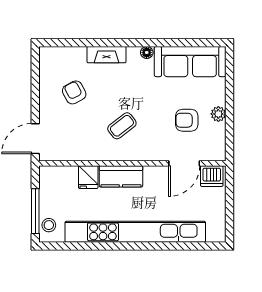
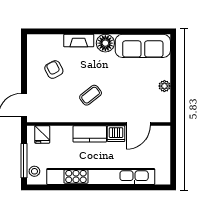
floor lamp: (147, 52) -> (105, 43), width x1.89, depth x1.89
armchair: (187, 120) -> (140, 91), removed
dishwasher: (212, 176) -> (116, 134), moved
fridge: (88, 177) -> (42, 134), moved

